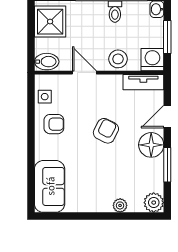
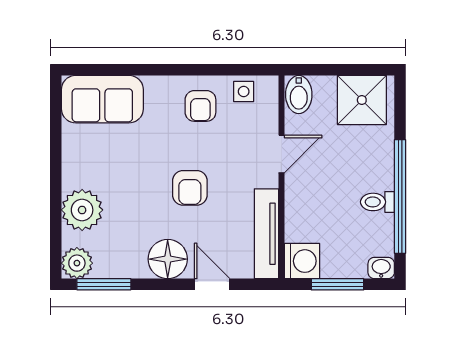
stool: (118, 59) -> (303, 207), removed
tv unit: (143, 82) -> (266, 234), width x1.41
armchair: (106, 131) -> (190, 188), turned 63
window: (167, 165) -> (104, 284), moved
plant: (120, 205) -> (82, 210), width x1.87, depth x1.87

